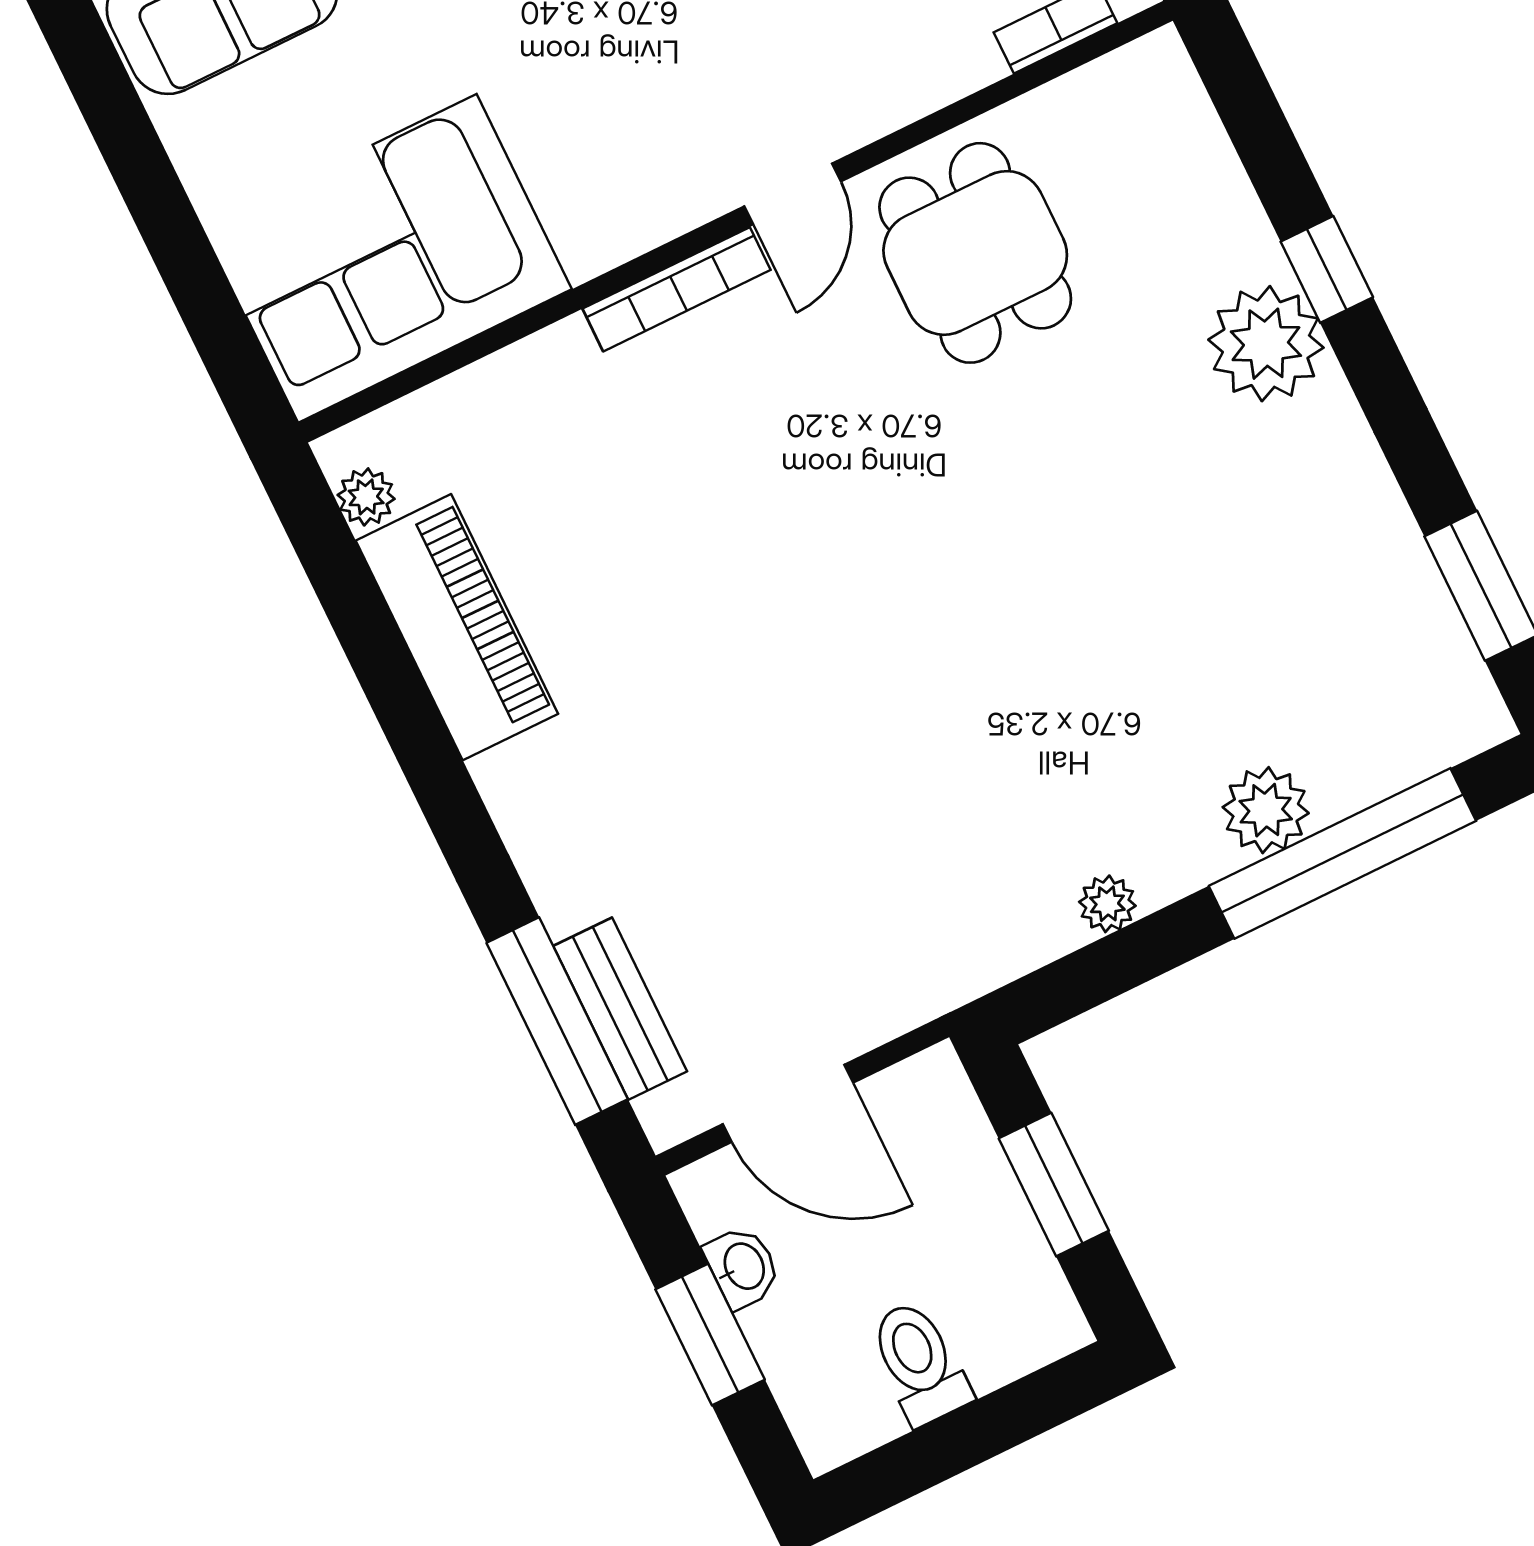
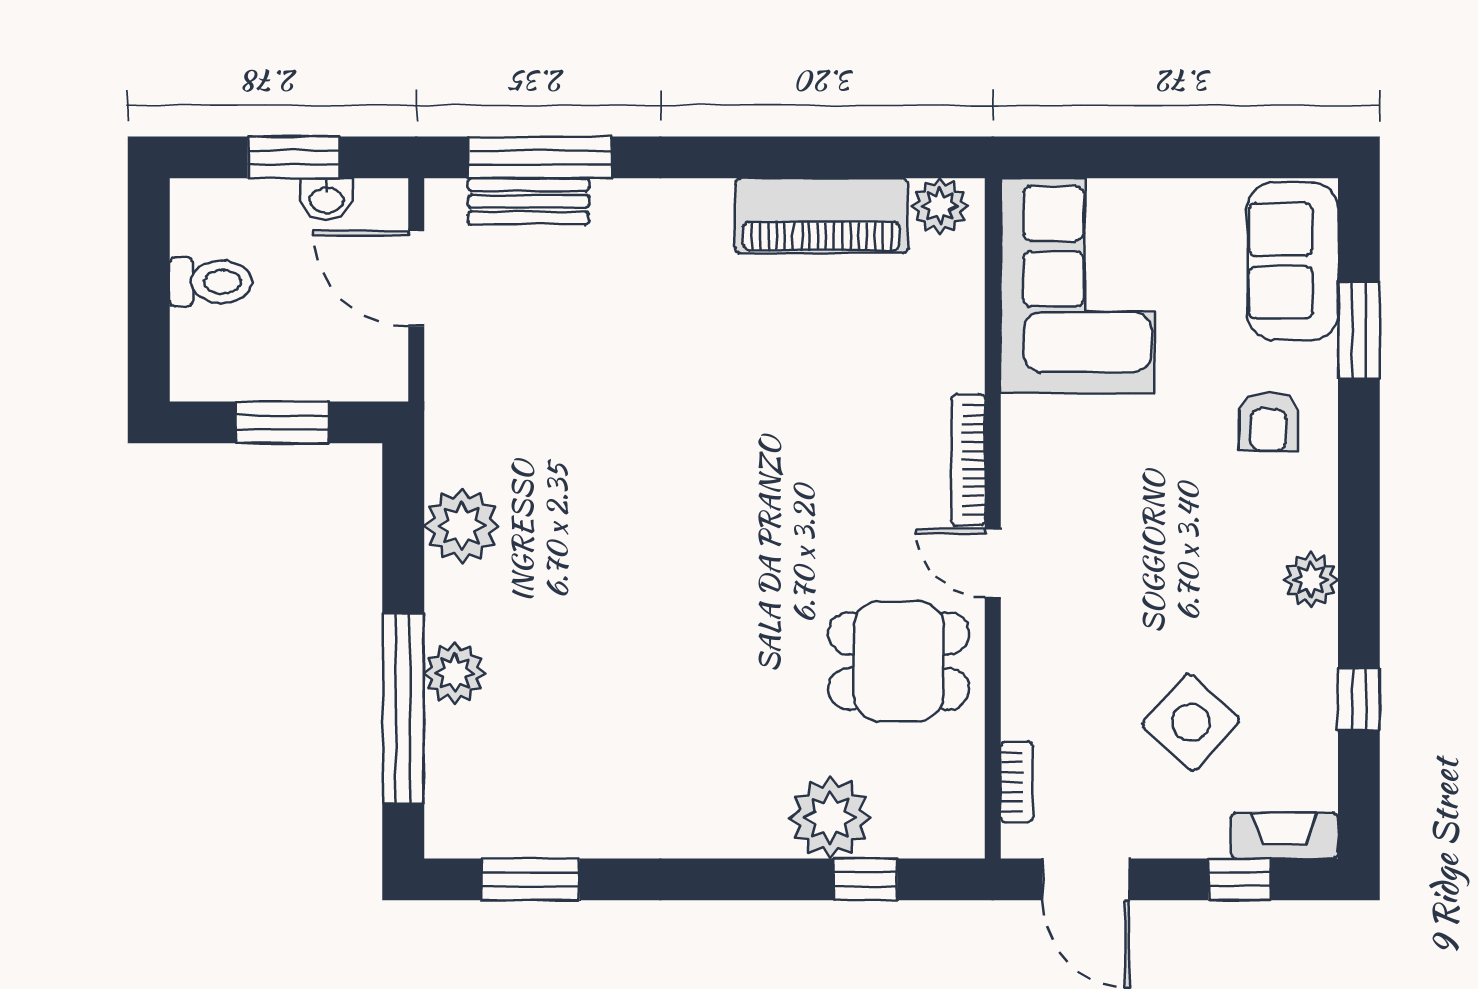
window: (1327, 269) -> (865, 879), moved
plant: (1266, 344) -> (830, 818), moved
plant: (366, 497) -> (940, 206), width x1.38, depth x1.38
plant: (1107, 904) -> (462, 526), width x1.88, depth x1.88
door: (788, 1103) -> (416, 279), hinge flipped

